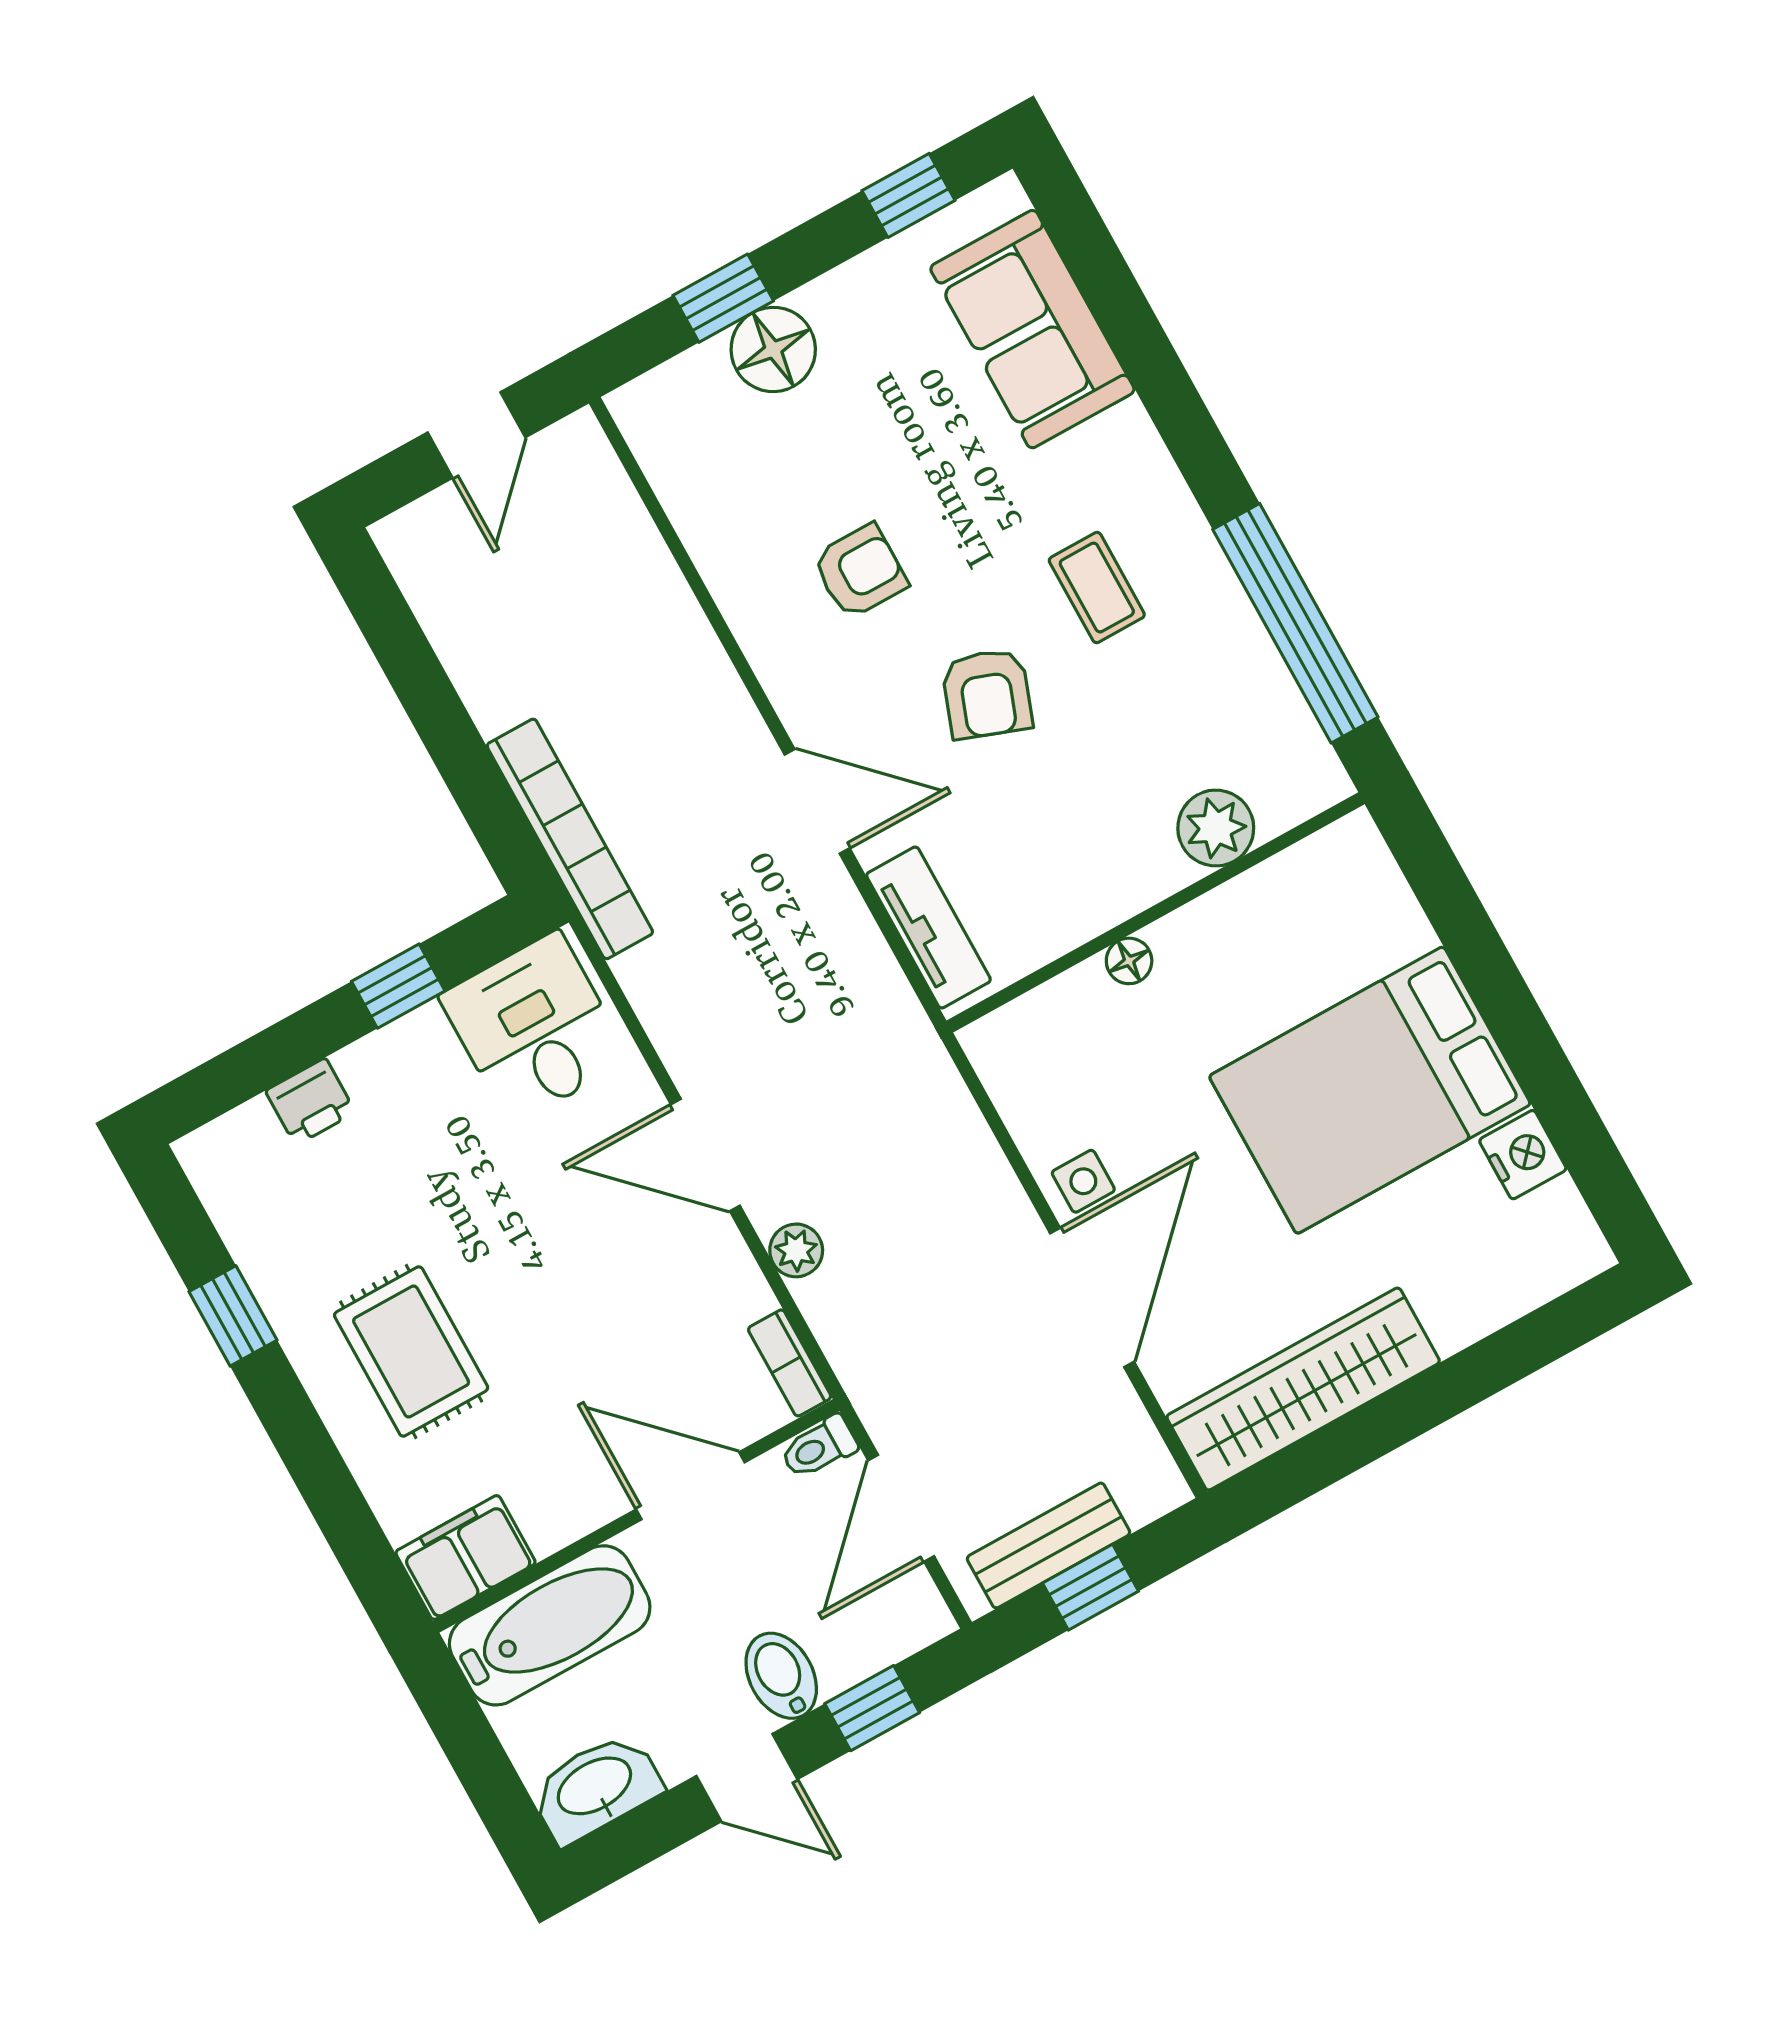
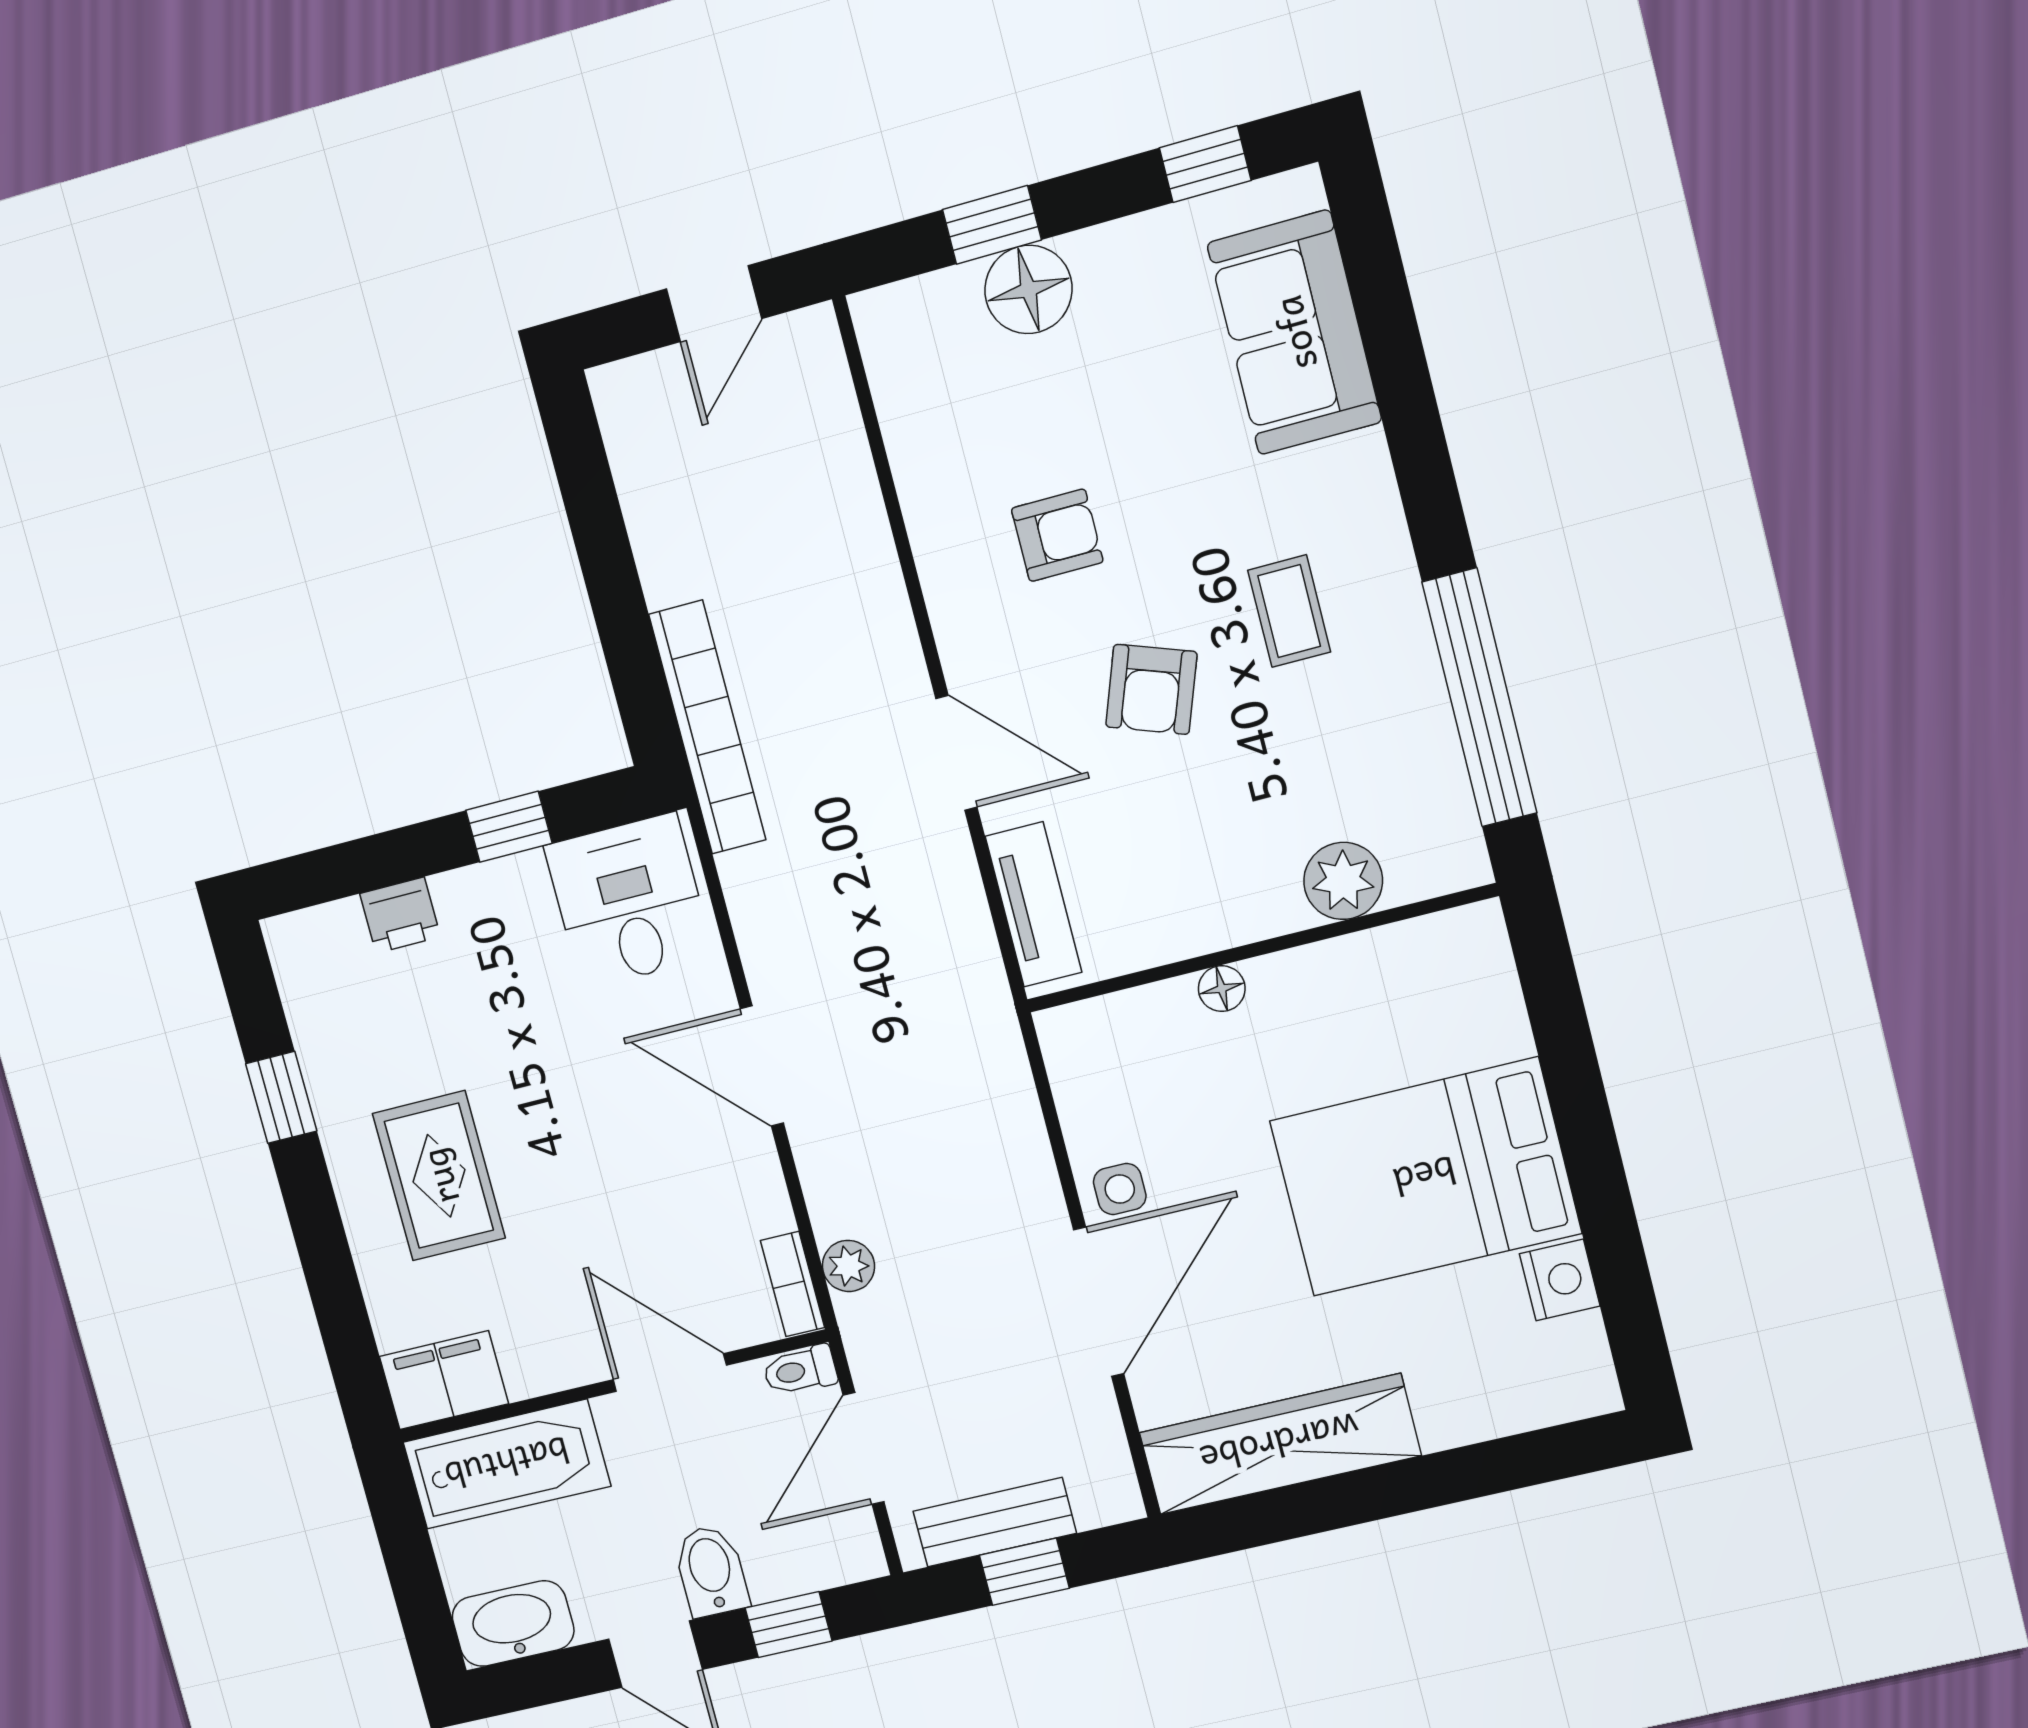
plant: (796, 1250) -> (848, 1266), moved

